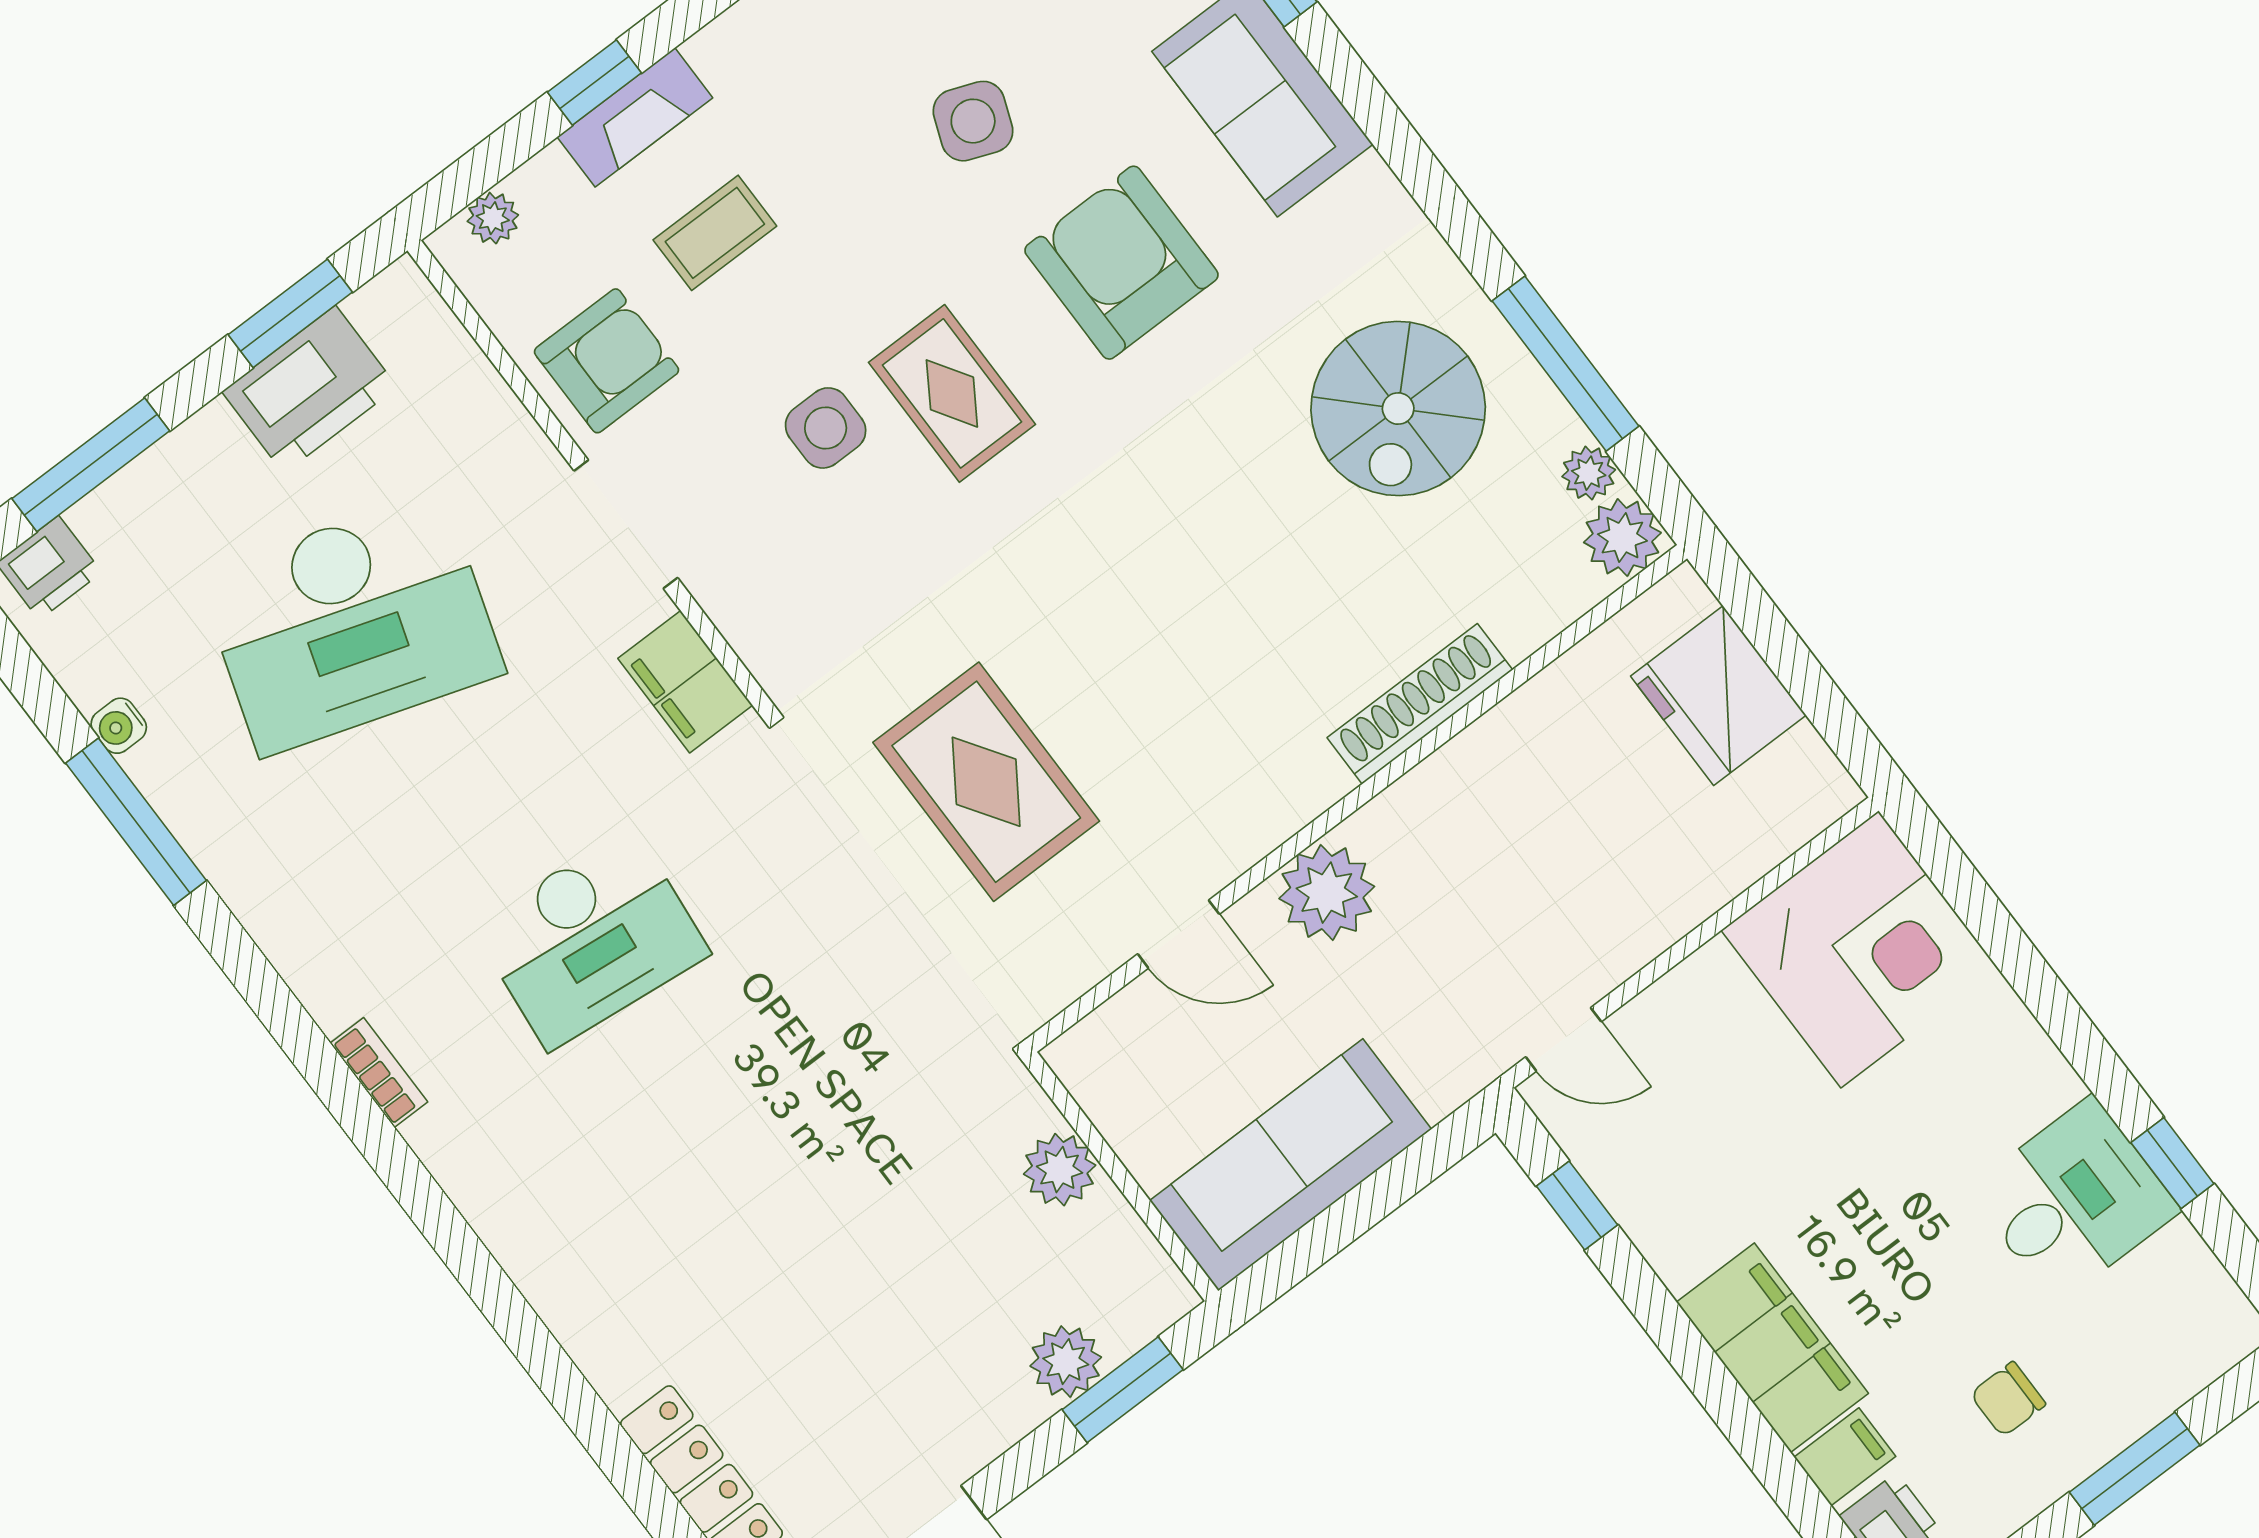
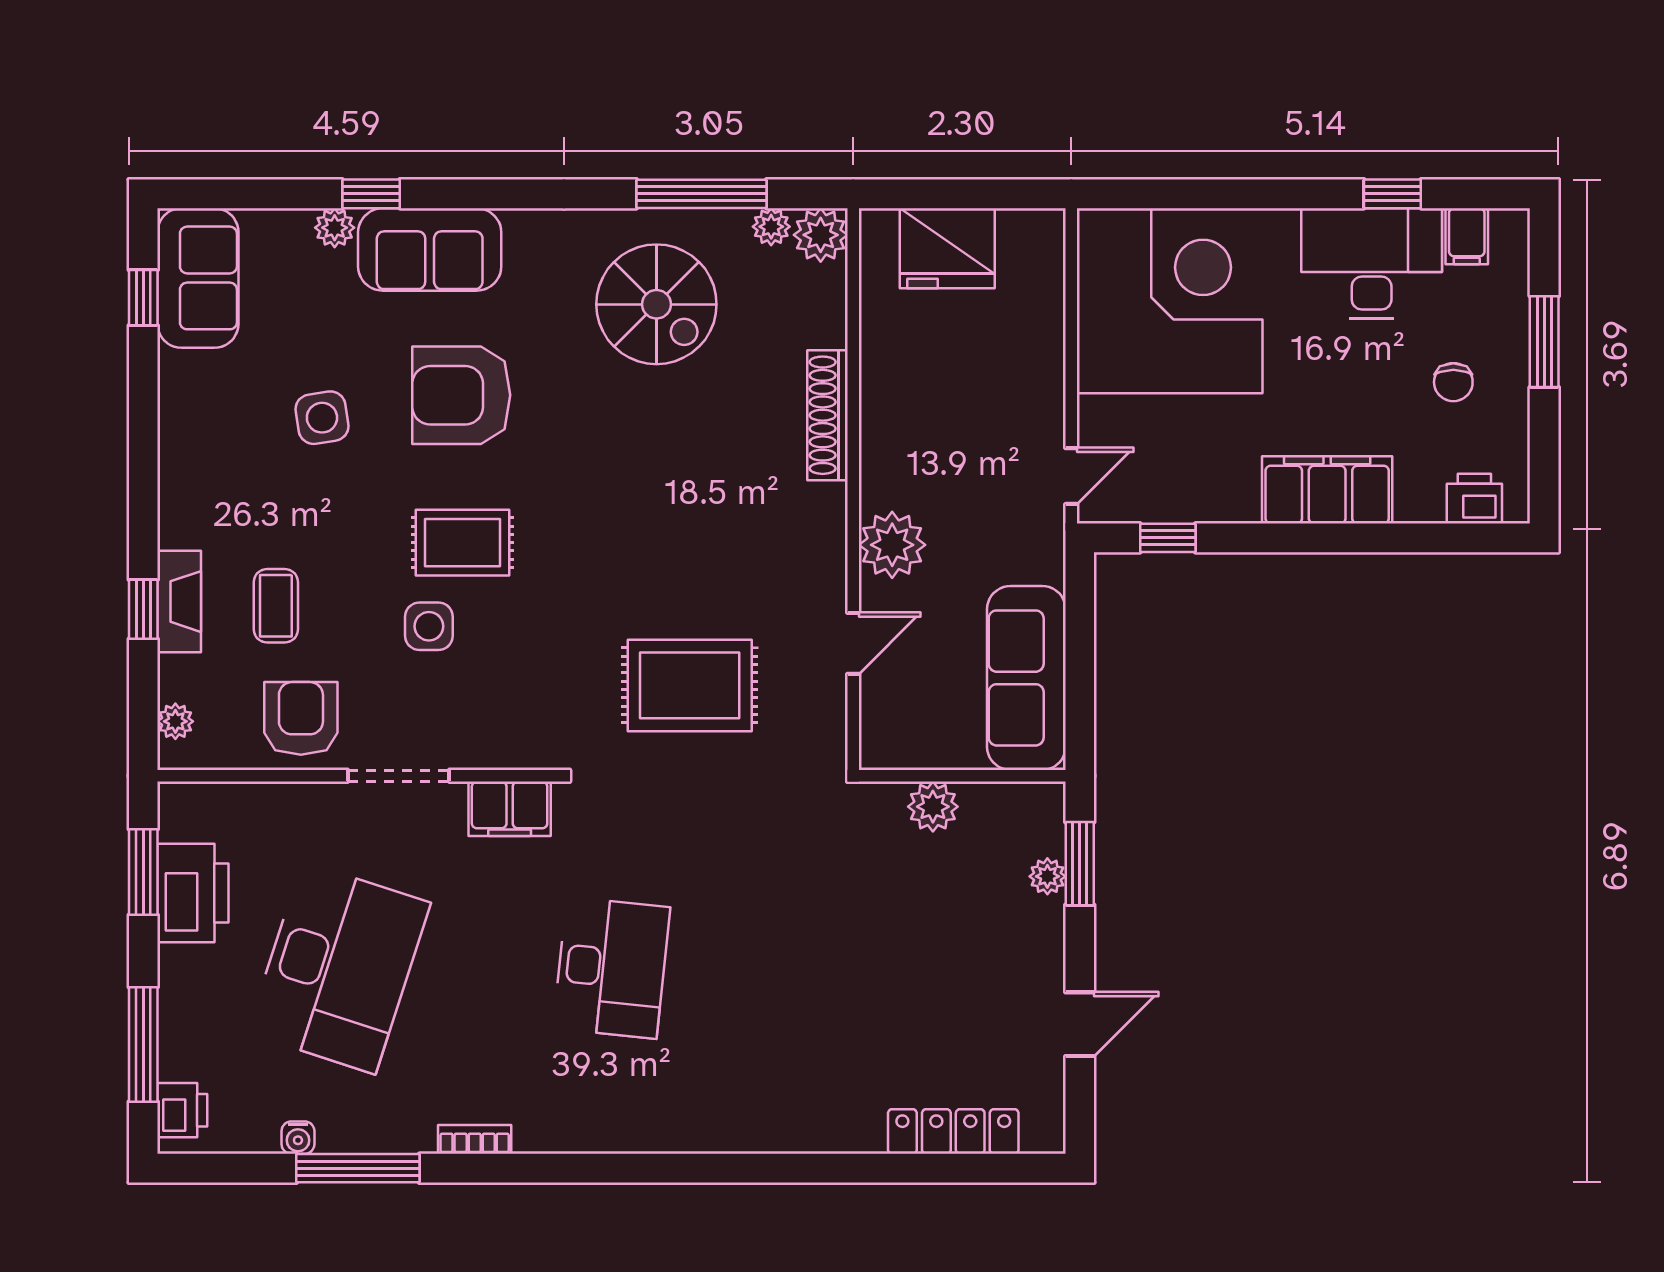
side table: (973, 121) -> (322, 418), turned -30
corner desk: (1860, 949) -> (1170, 301), width x1.36, depth x1.36
bookcase: (379, 1072) -> (475, 1139), moved
desk: (2074, 1200) -> (1372, 263), width x1.37
plant: (1066, 1362) -> (1047, 876), width x0.73, depth x0.73
filing cabinet: (1845, 1457) -> (1467, 236), moved, turned 180

